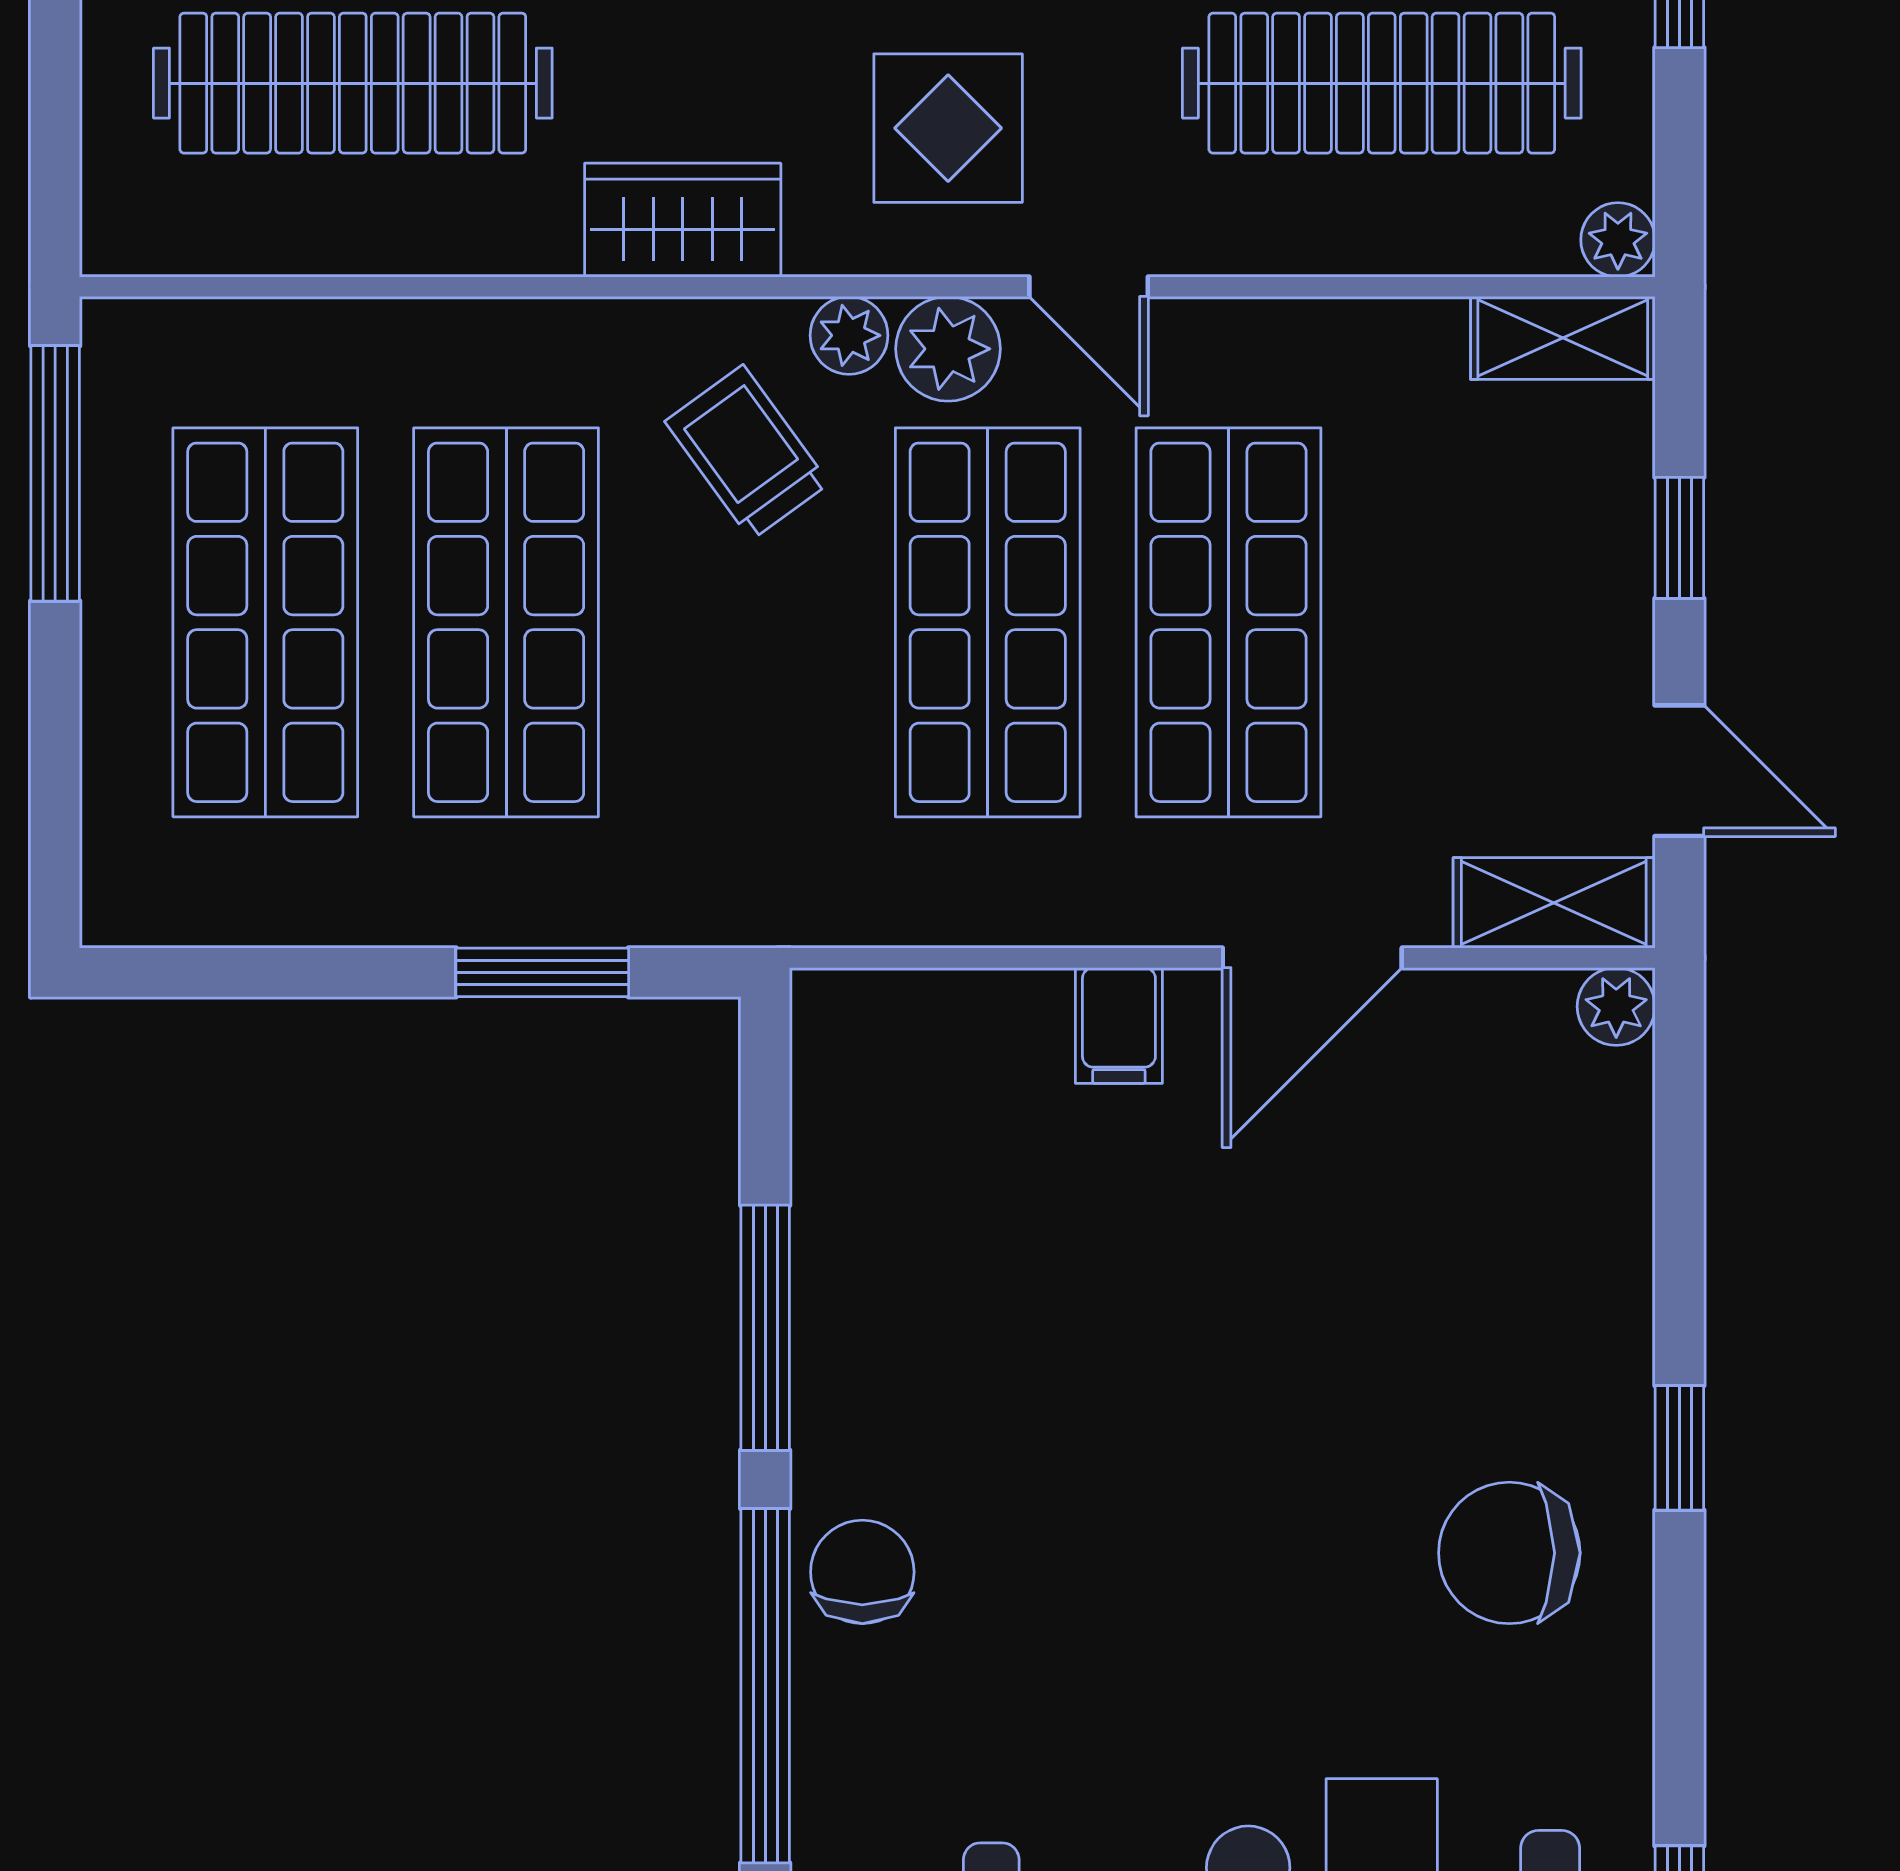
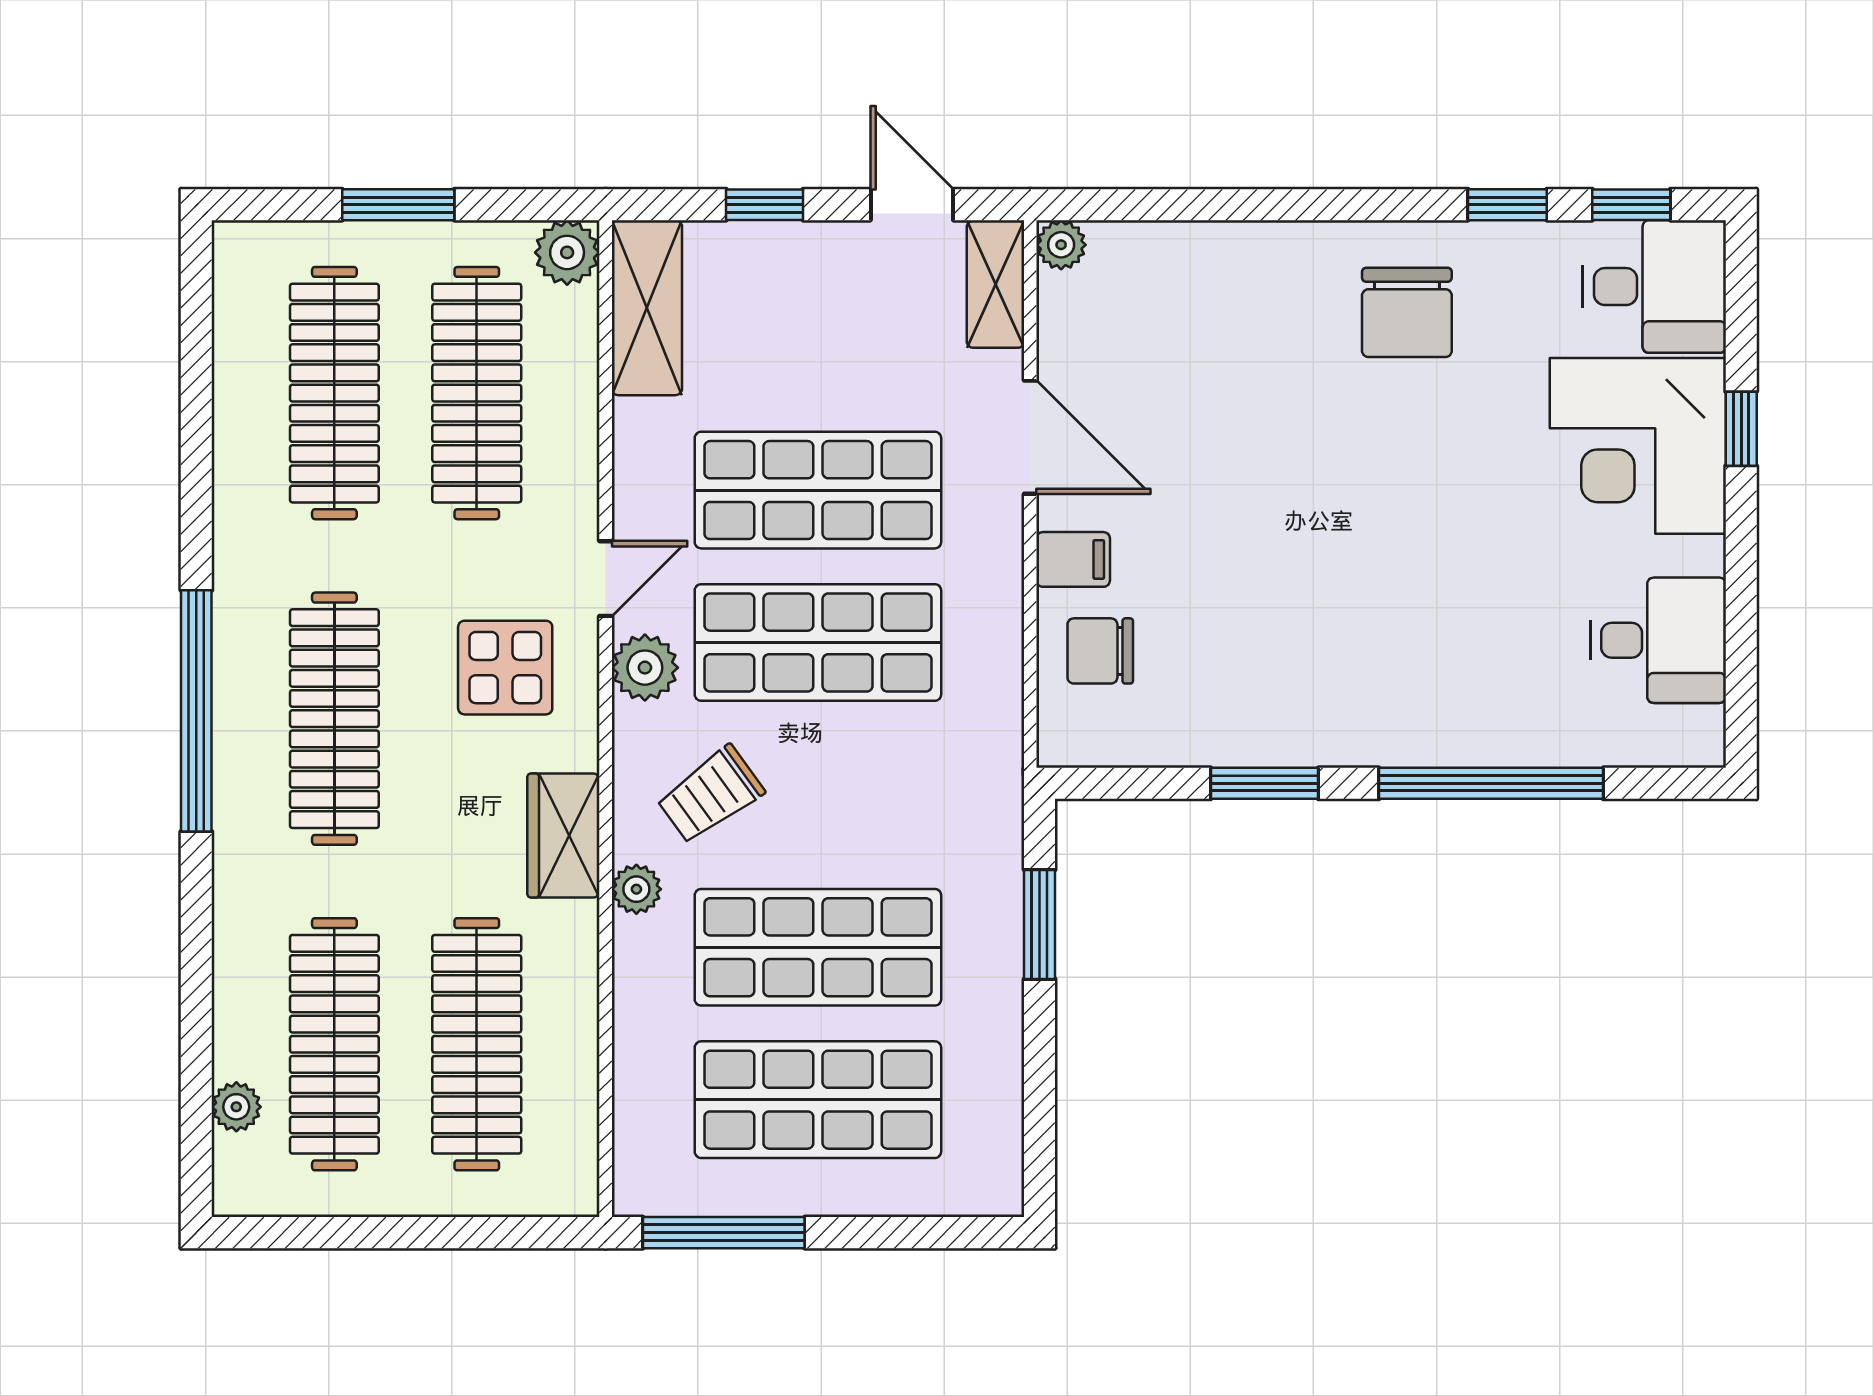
plant: (1618, 240) -> (567, 252), width x1.38, depth x1.38
plant: (849, 335) -> (636, 889), moved
shelving: (1563, 338) -> (647, 308), width x1.50, depth x1.33
door: (1679, 771) -> (912, 205), hinge flipped
window: (765, 1328) -> (1264, 783), width x0.69
window: (1679, 1448) -> (1507, 205), moved
chair: (862, 1572) -> (1100, 651), moved

